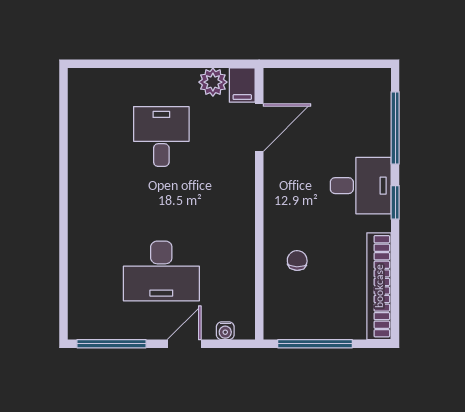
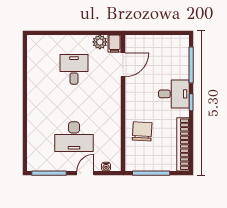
chair: (297, 260) -> (142, 131), width x1.87, depth x1.87

